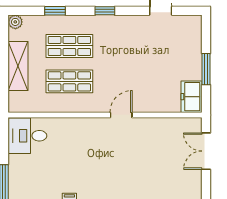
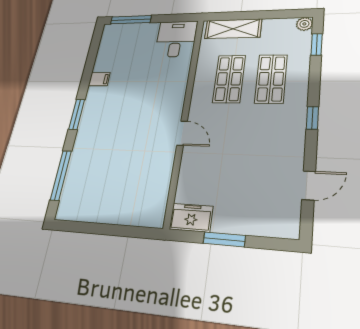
window: (55, 11) -> (317, 44), moved
shelving: (18, 66) -> (233, 29), moved
double door: (206, 151) -> (122, 231), removed

